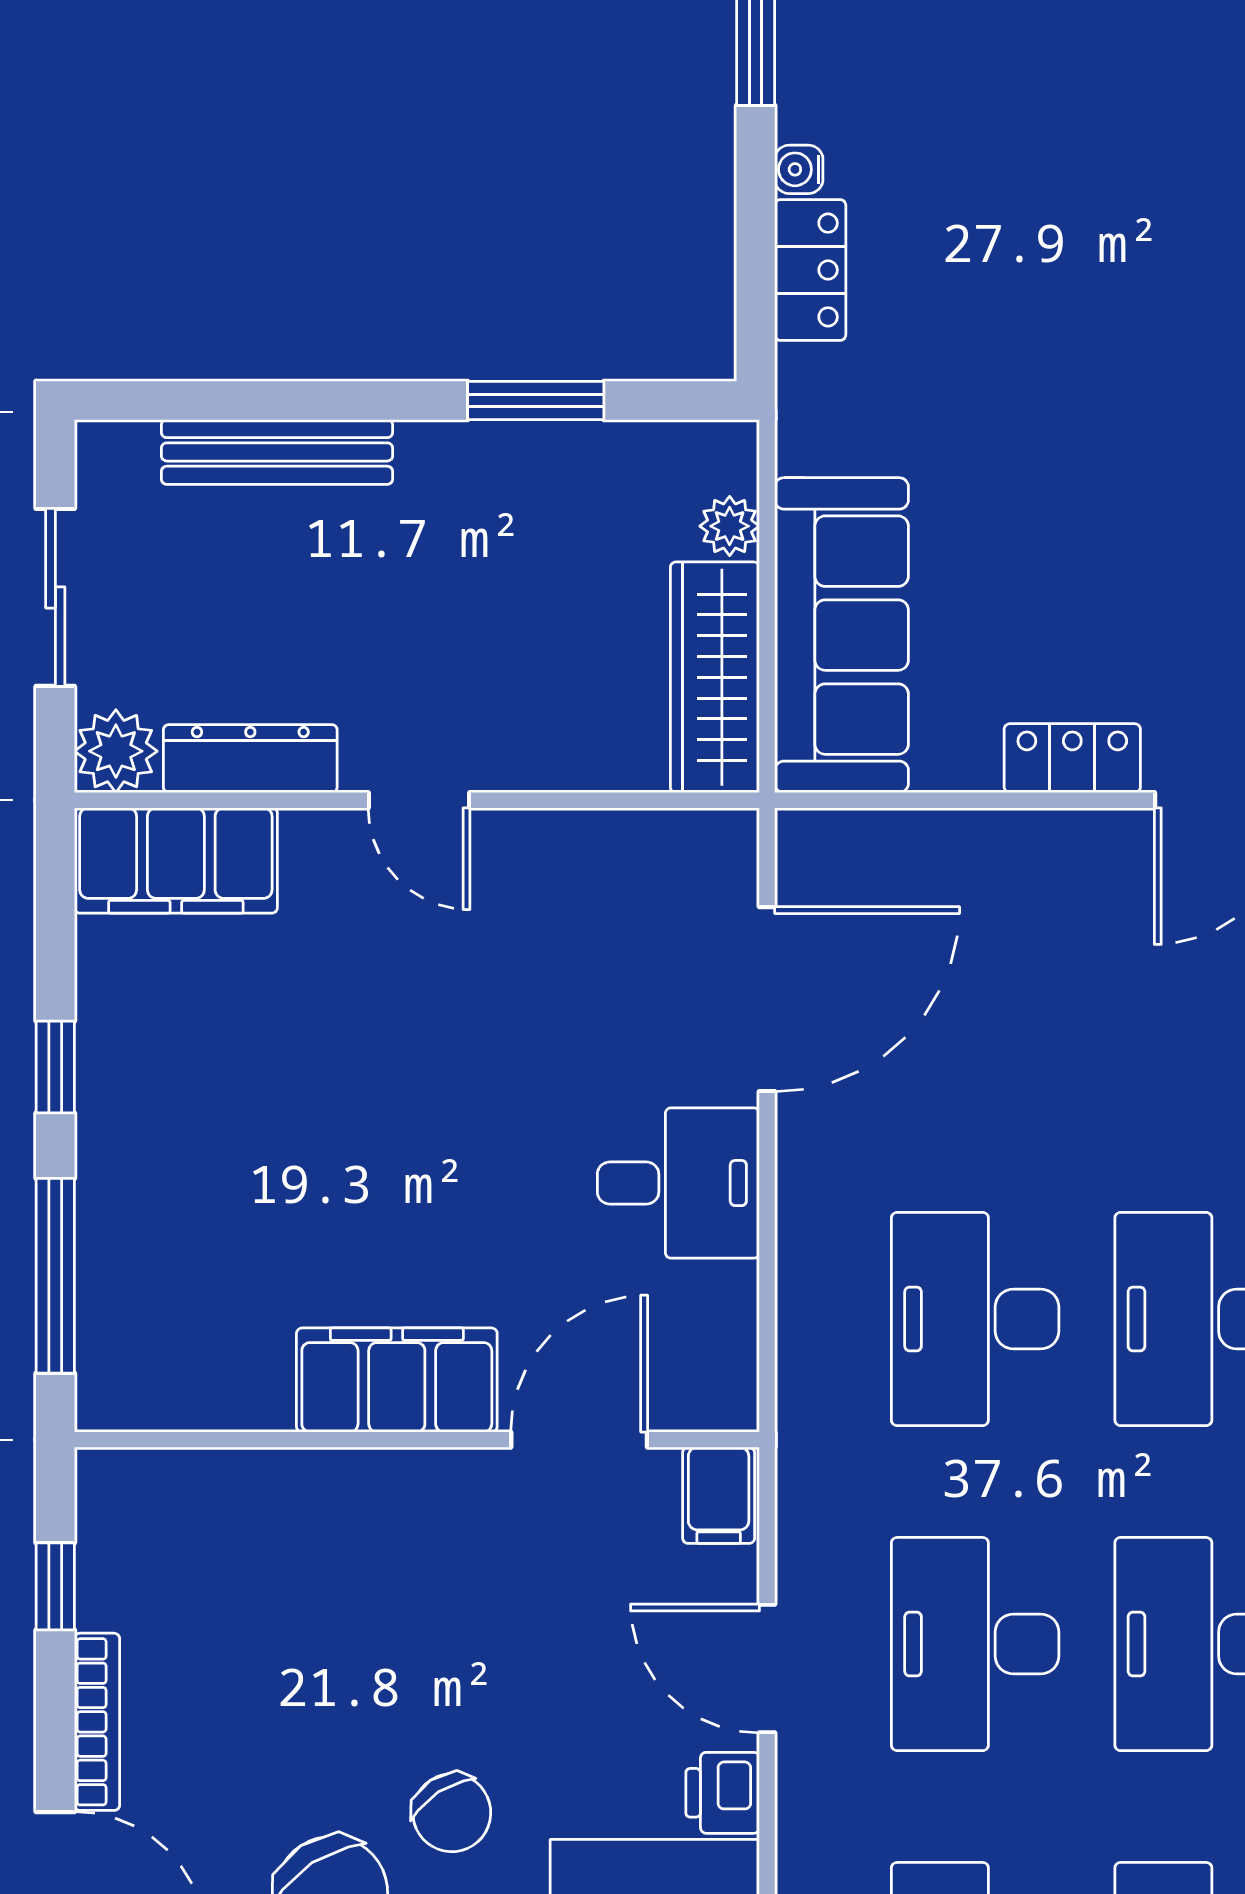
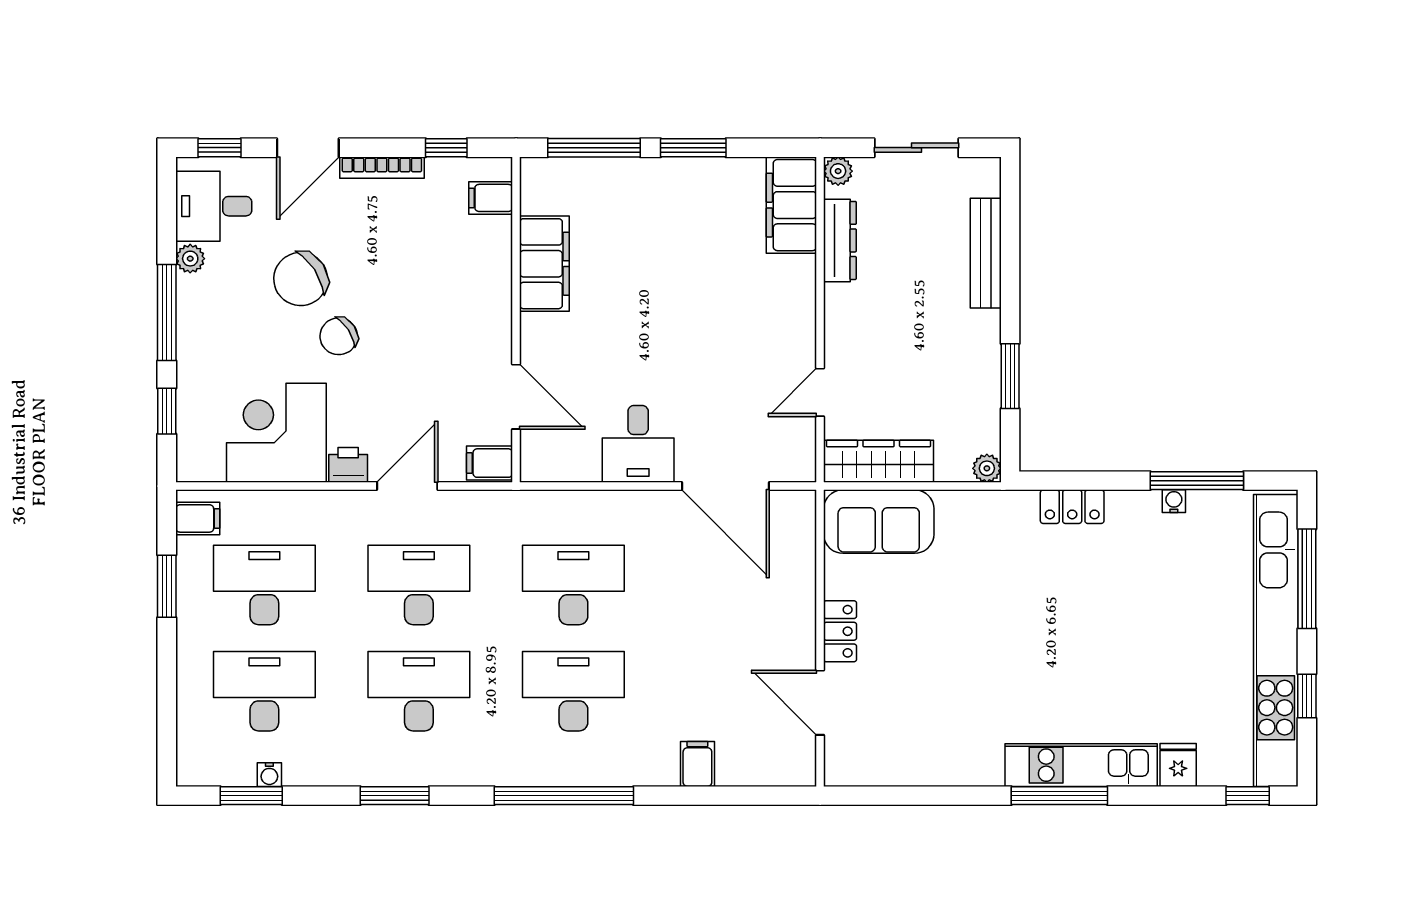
water cooler: (799, 169) -> (1174, 501), moved
plant: (730, 526) -> (987, 468), moved
sofa: (842, 635) -> (879, 522), width x0.73
plant: (116, 751) -> (838, 171), width x0.73, depth x0.73
door: (419, 800) -> (820, 392), moved
window: (55, 1067) -> (693, 148), width x1.50
filing cabinet: (397, 1380) -> (544, 264), moved
filing cabinet: (161, 1493) -> (491, 198), added

